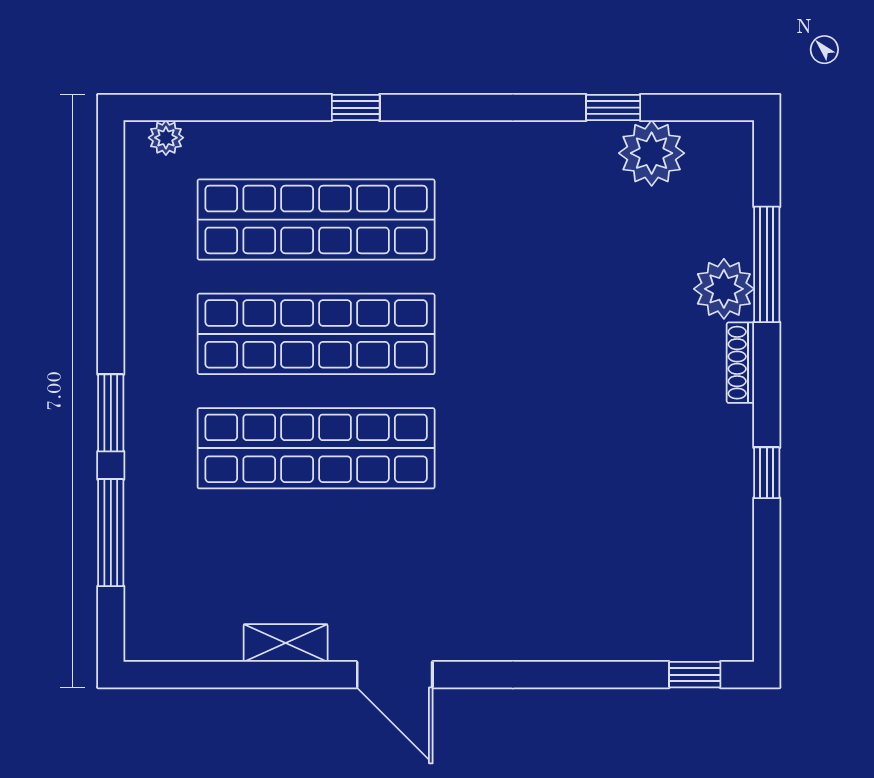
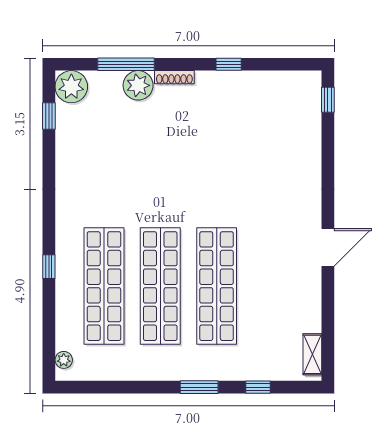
window: (613, 108) -> (49, 116), moved
plant: (652, 153) -> (71, 87), moved
window: (111, 533) -> (258, 387), width x0.46
shelving: (286, 643) -> (312, 354), moved

